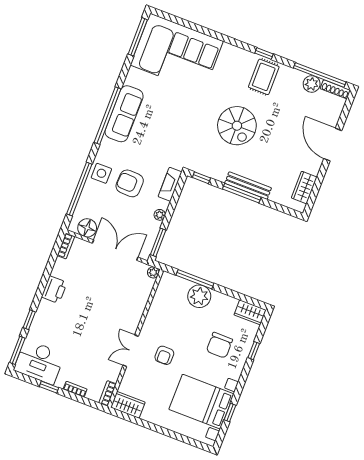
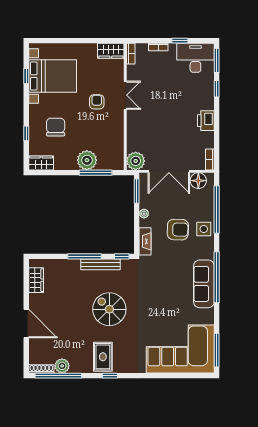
bench: (248, 186) -> (100, 264), moved
plant: (153, 272) -> (136, 161), width x1.87, depth x1.87

